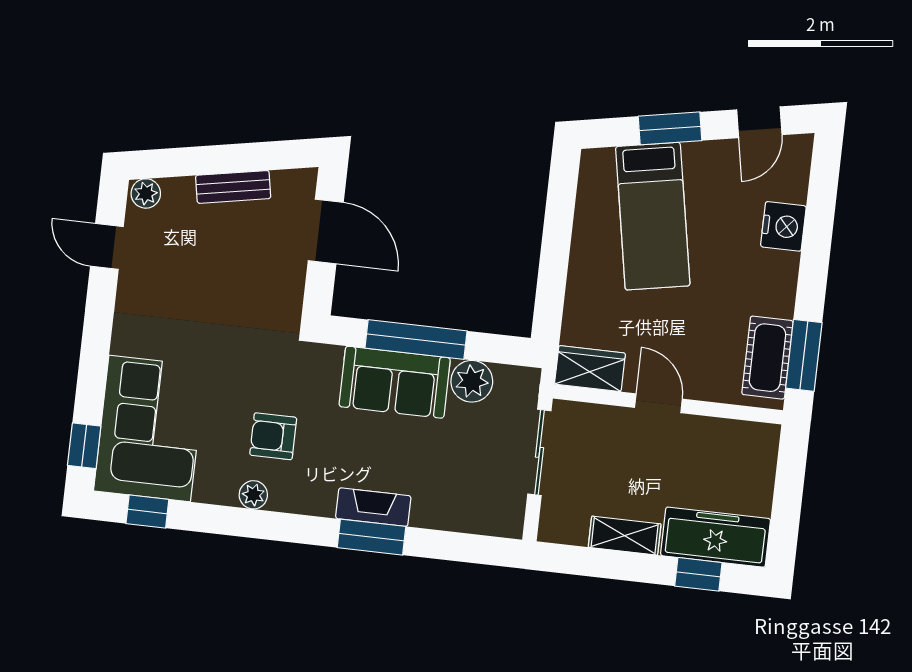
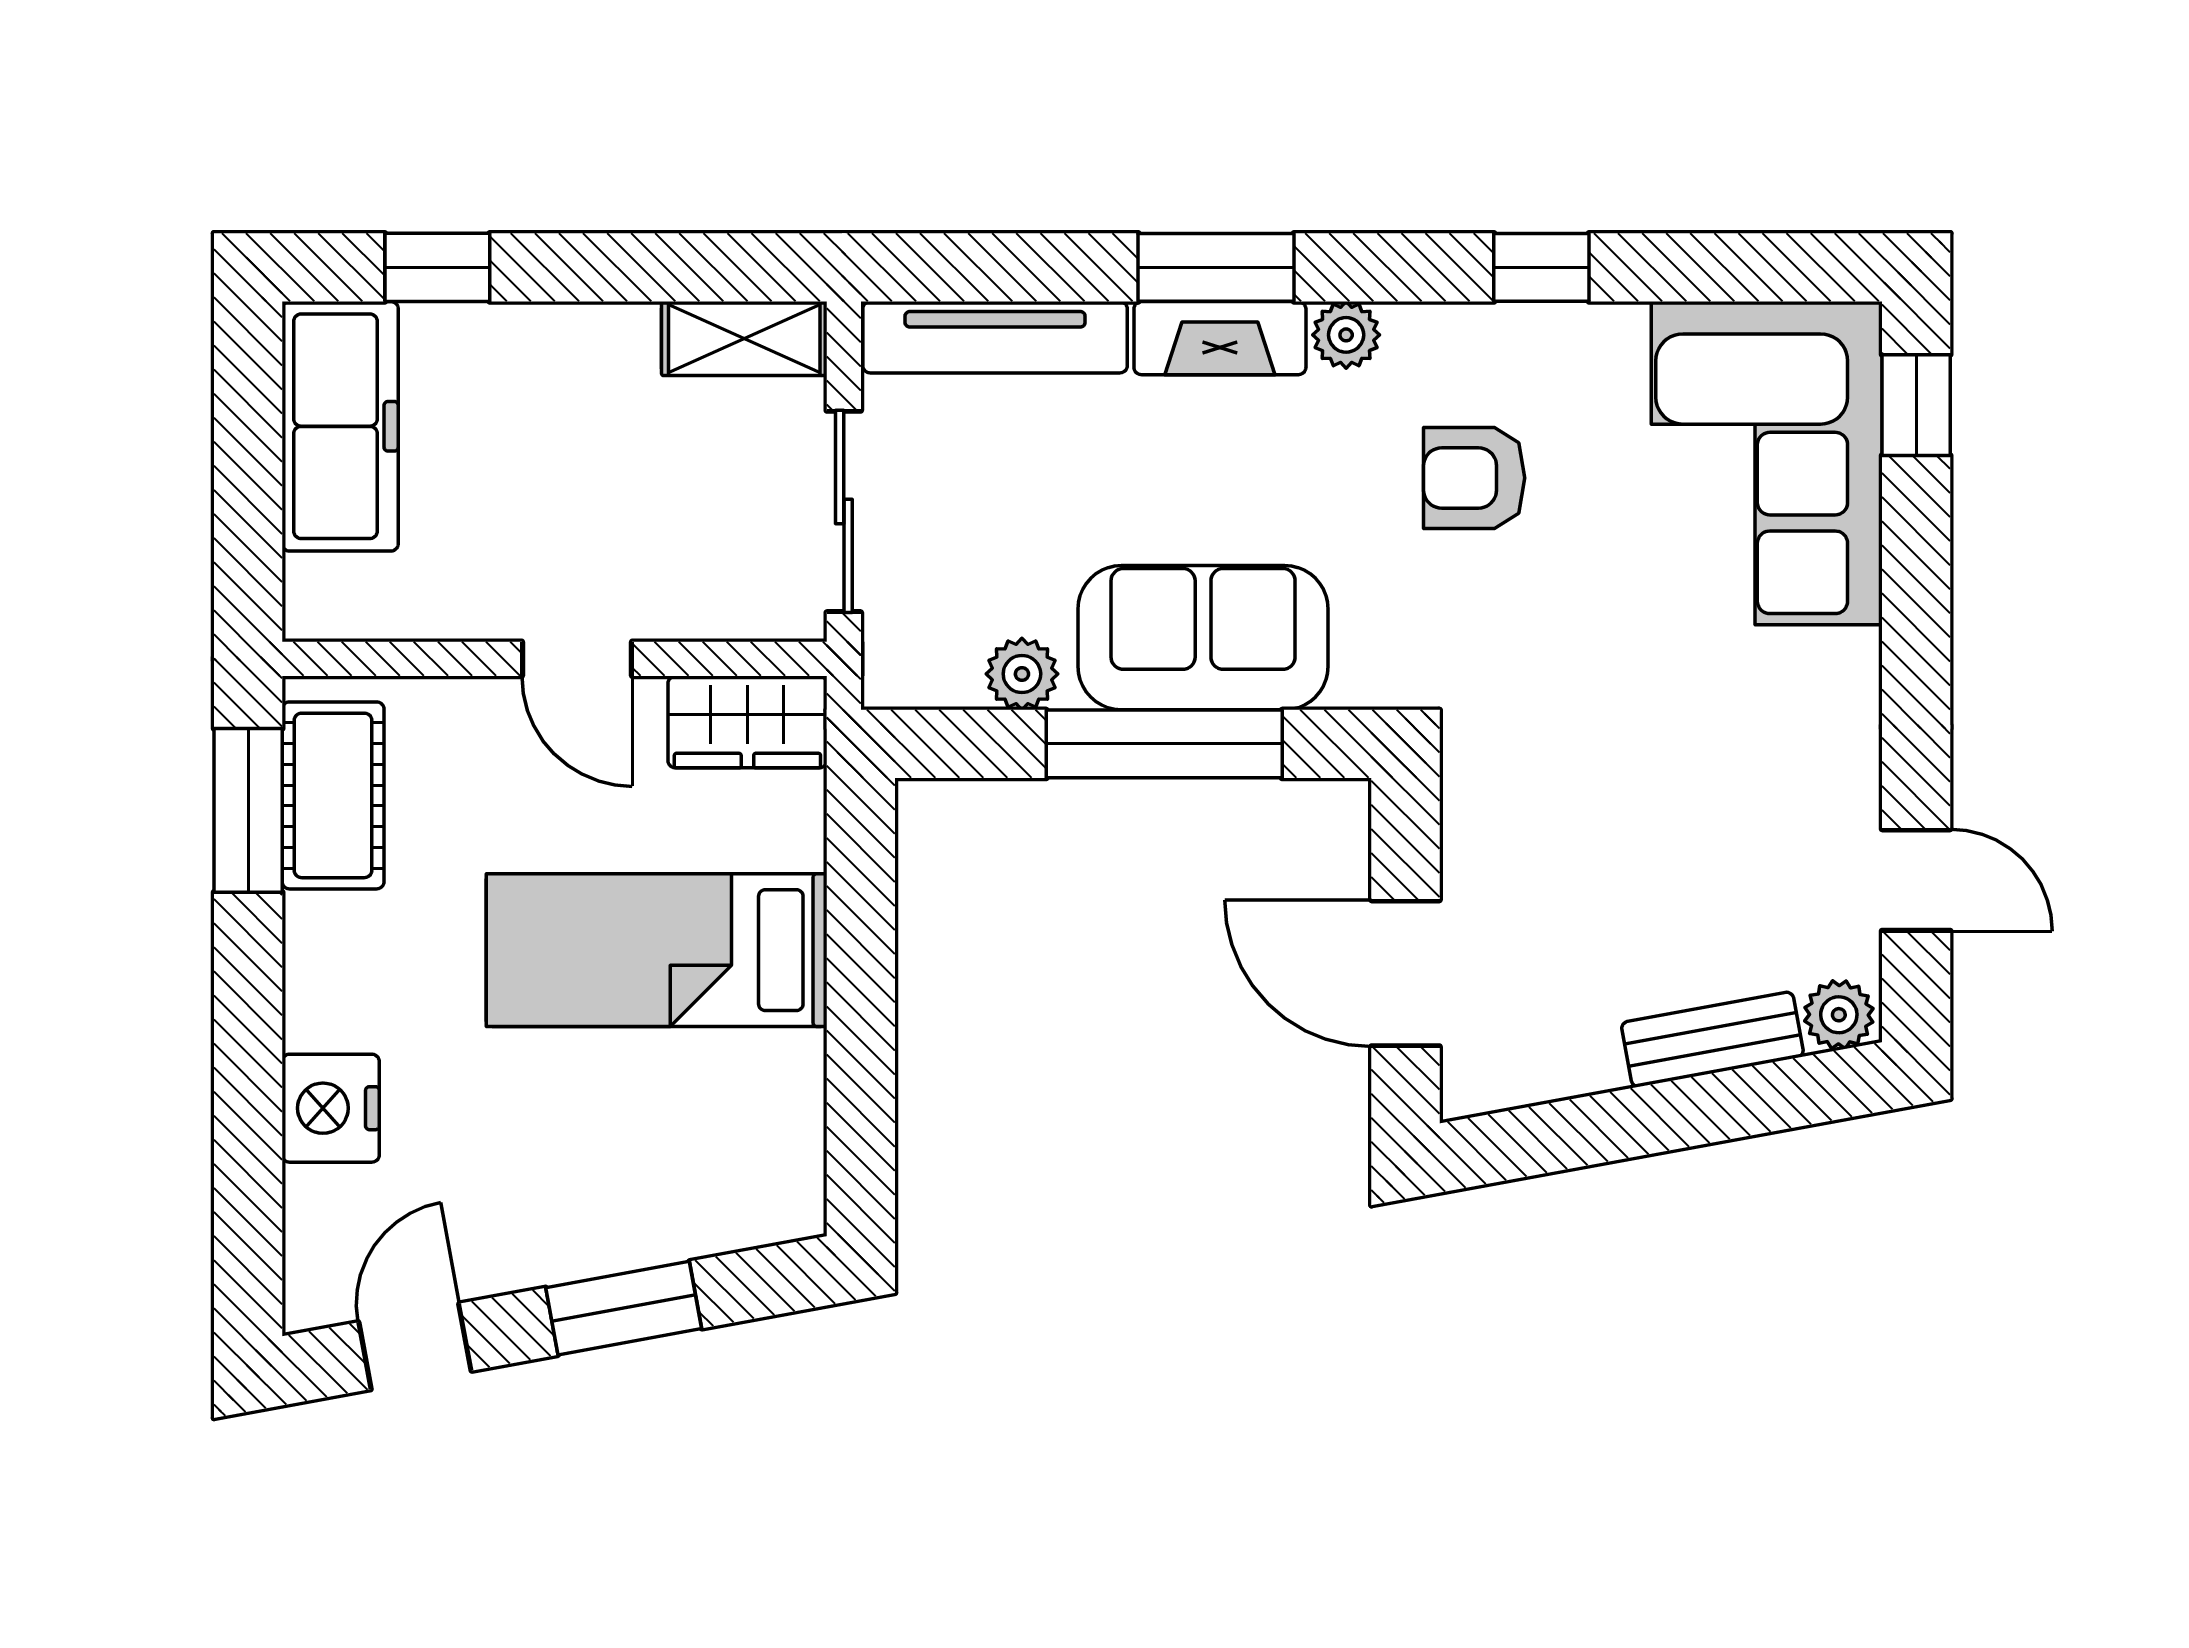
bench: (233, 187) -> (1712, 1039), moved
bed: (653, 216) -> (657, 950), moved, turned -80
plant: (472, 381) -> (1022, 674), width x0.73, depth x0.73
armchair: (273, 436) -> (1474, 478), turned 180
plant: (253, 495) -> (1346, 335), moved
window: (147, 512) -> (1541, 267), moved
tv unit: (468, 518) -> (995, 337), added
shelving: (625, 536) -> (744, 339), moved
freezer: (716, 537) -> (340, 426), moved, turned -90

